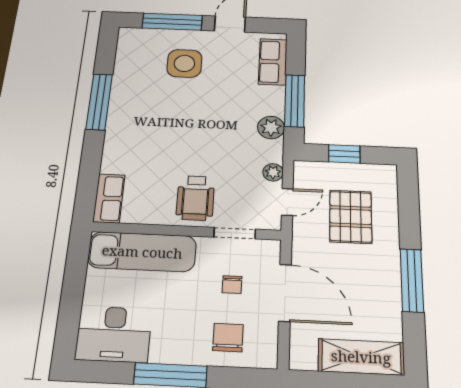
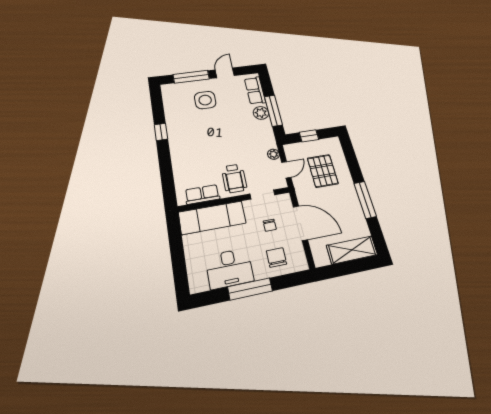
window: (99, 102) -> (161, 132), width x0.46
plant: (271, 127) -> (261, 113), moved
row of seats: (109, 198) -> (202, 194), moved, turned -90
desk: (114, 334) -> (229, 268), moved

